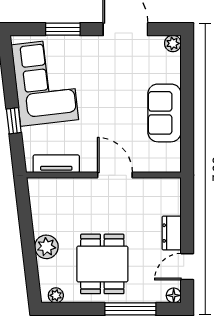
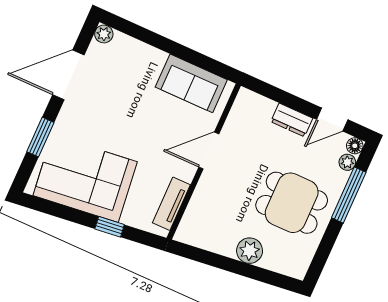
sofa: (164, 113) -> (191, 83), moved
door: (187, 267) -> (332, 120), hinge flipped
plant: (56, 295) -> (347, 162), moved

